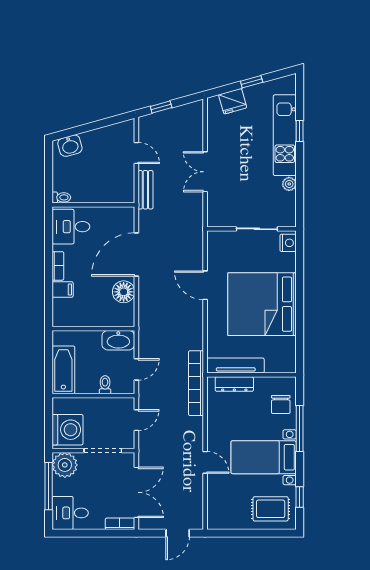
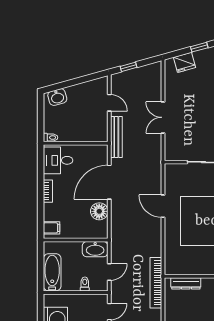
bench: (145, 190) -> (116, 137), width x1.36
filing cabinet: (63, 290) -> (52, 228), moved
tv unit: (236, 366) -> (187, 269), removed

